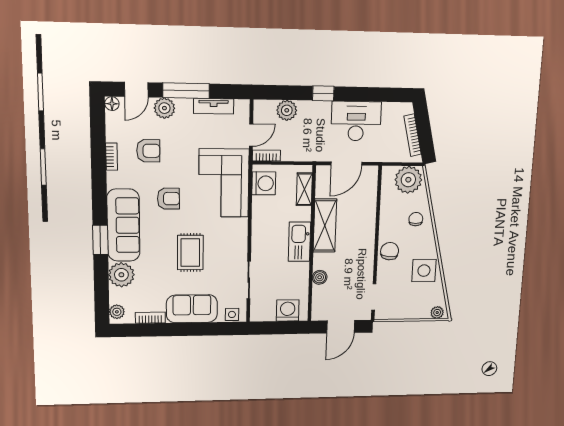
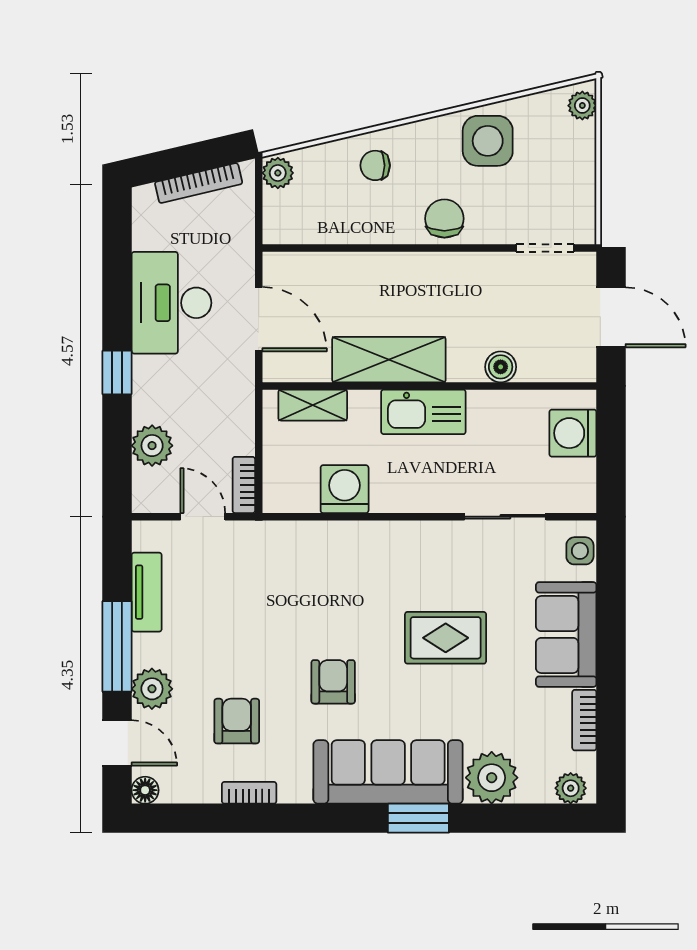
plant: (408, 180) -> (278, 173), width x0.53, depth x0.53
corner sofa: (224, 183) -> (301, 570), removed
washing machine: (264, 183) -> (345, 489), moved
chair: (390, 251) -> (444, 219), turned 84

